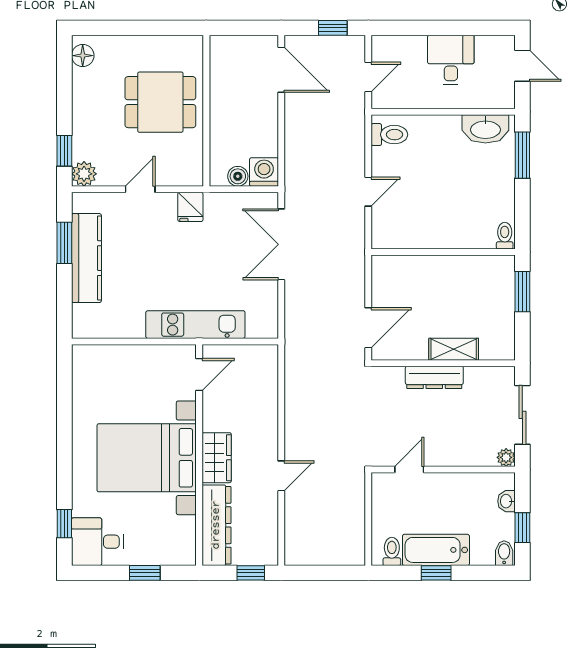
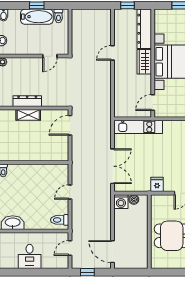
kitchen unit: (195, 325) -> (138, 127), moved
dresser: (434, 377) -> (27, 101), moved

